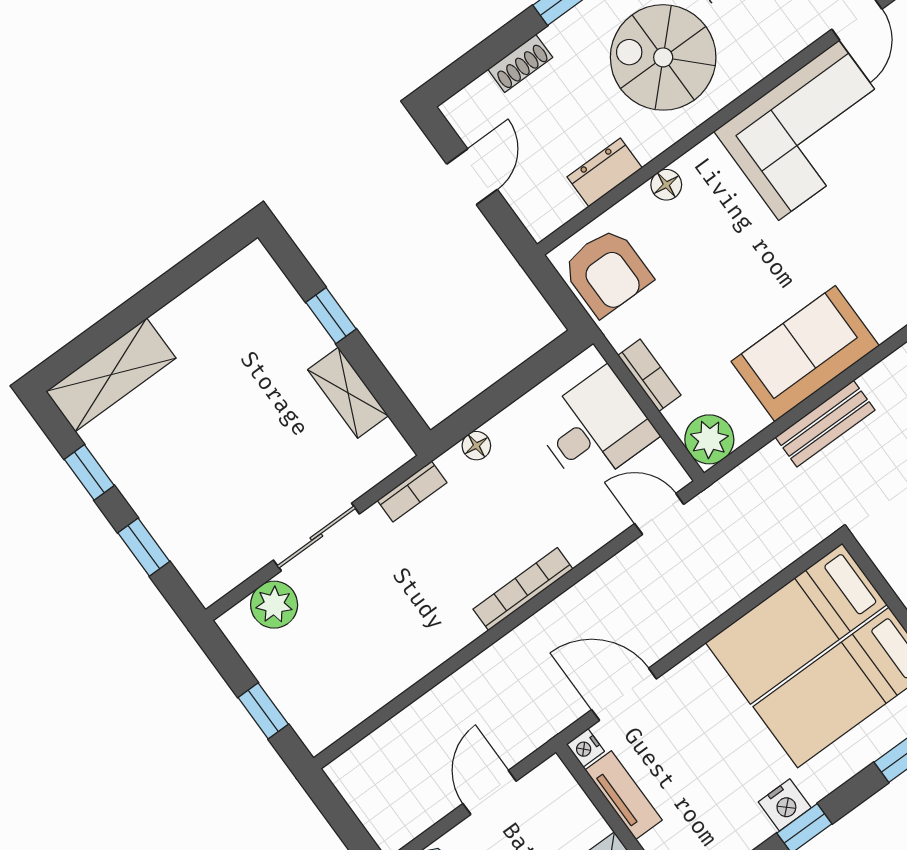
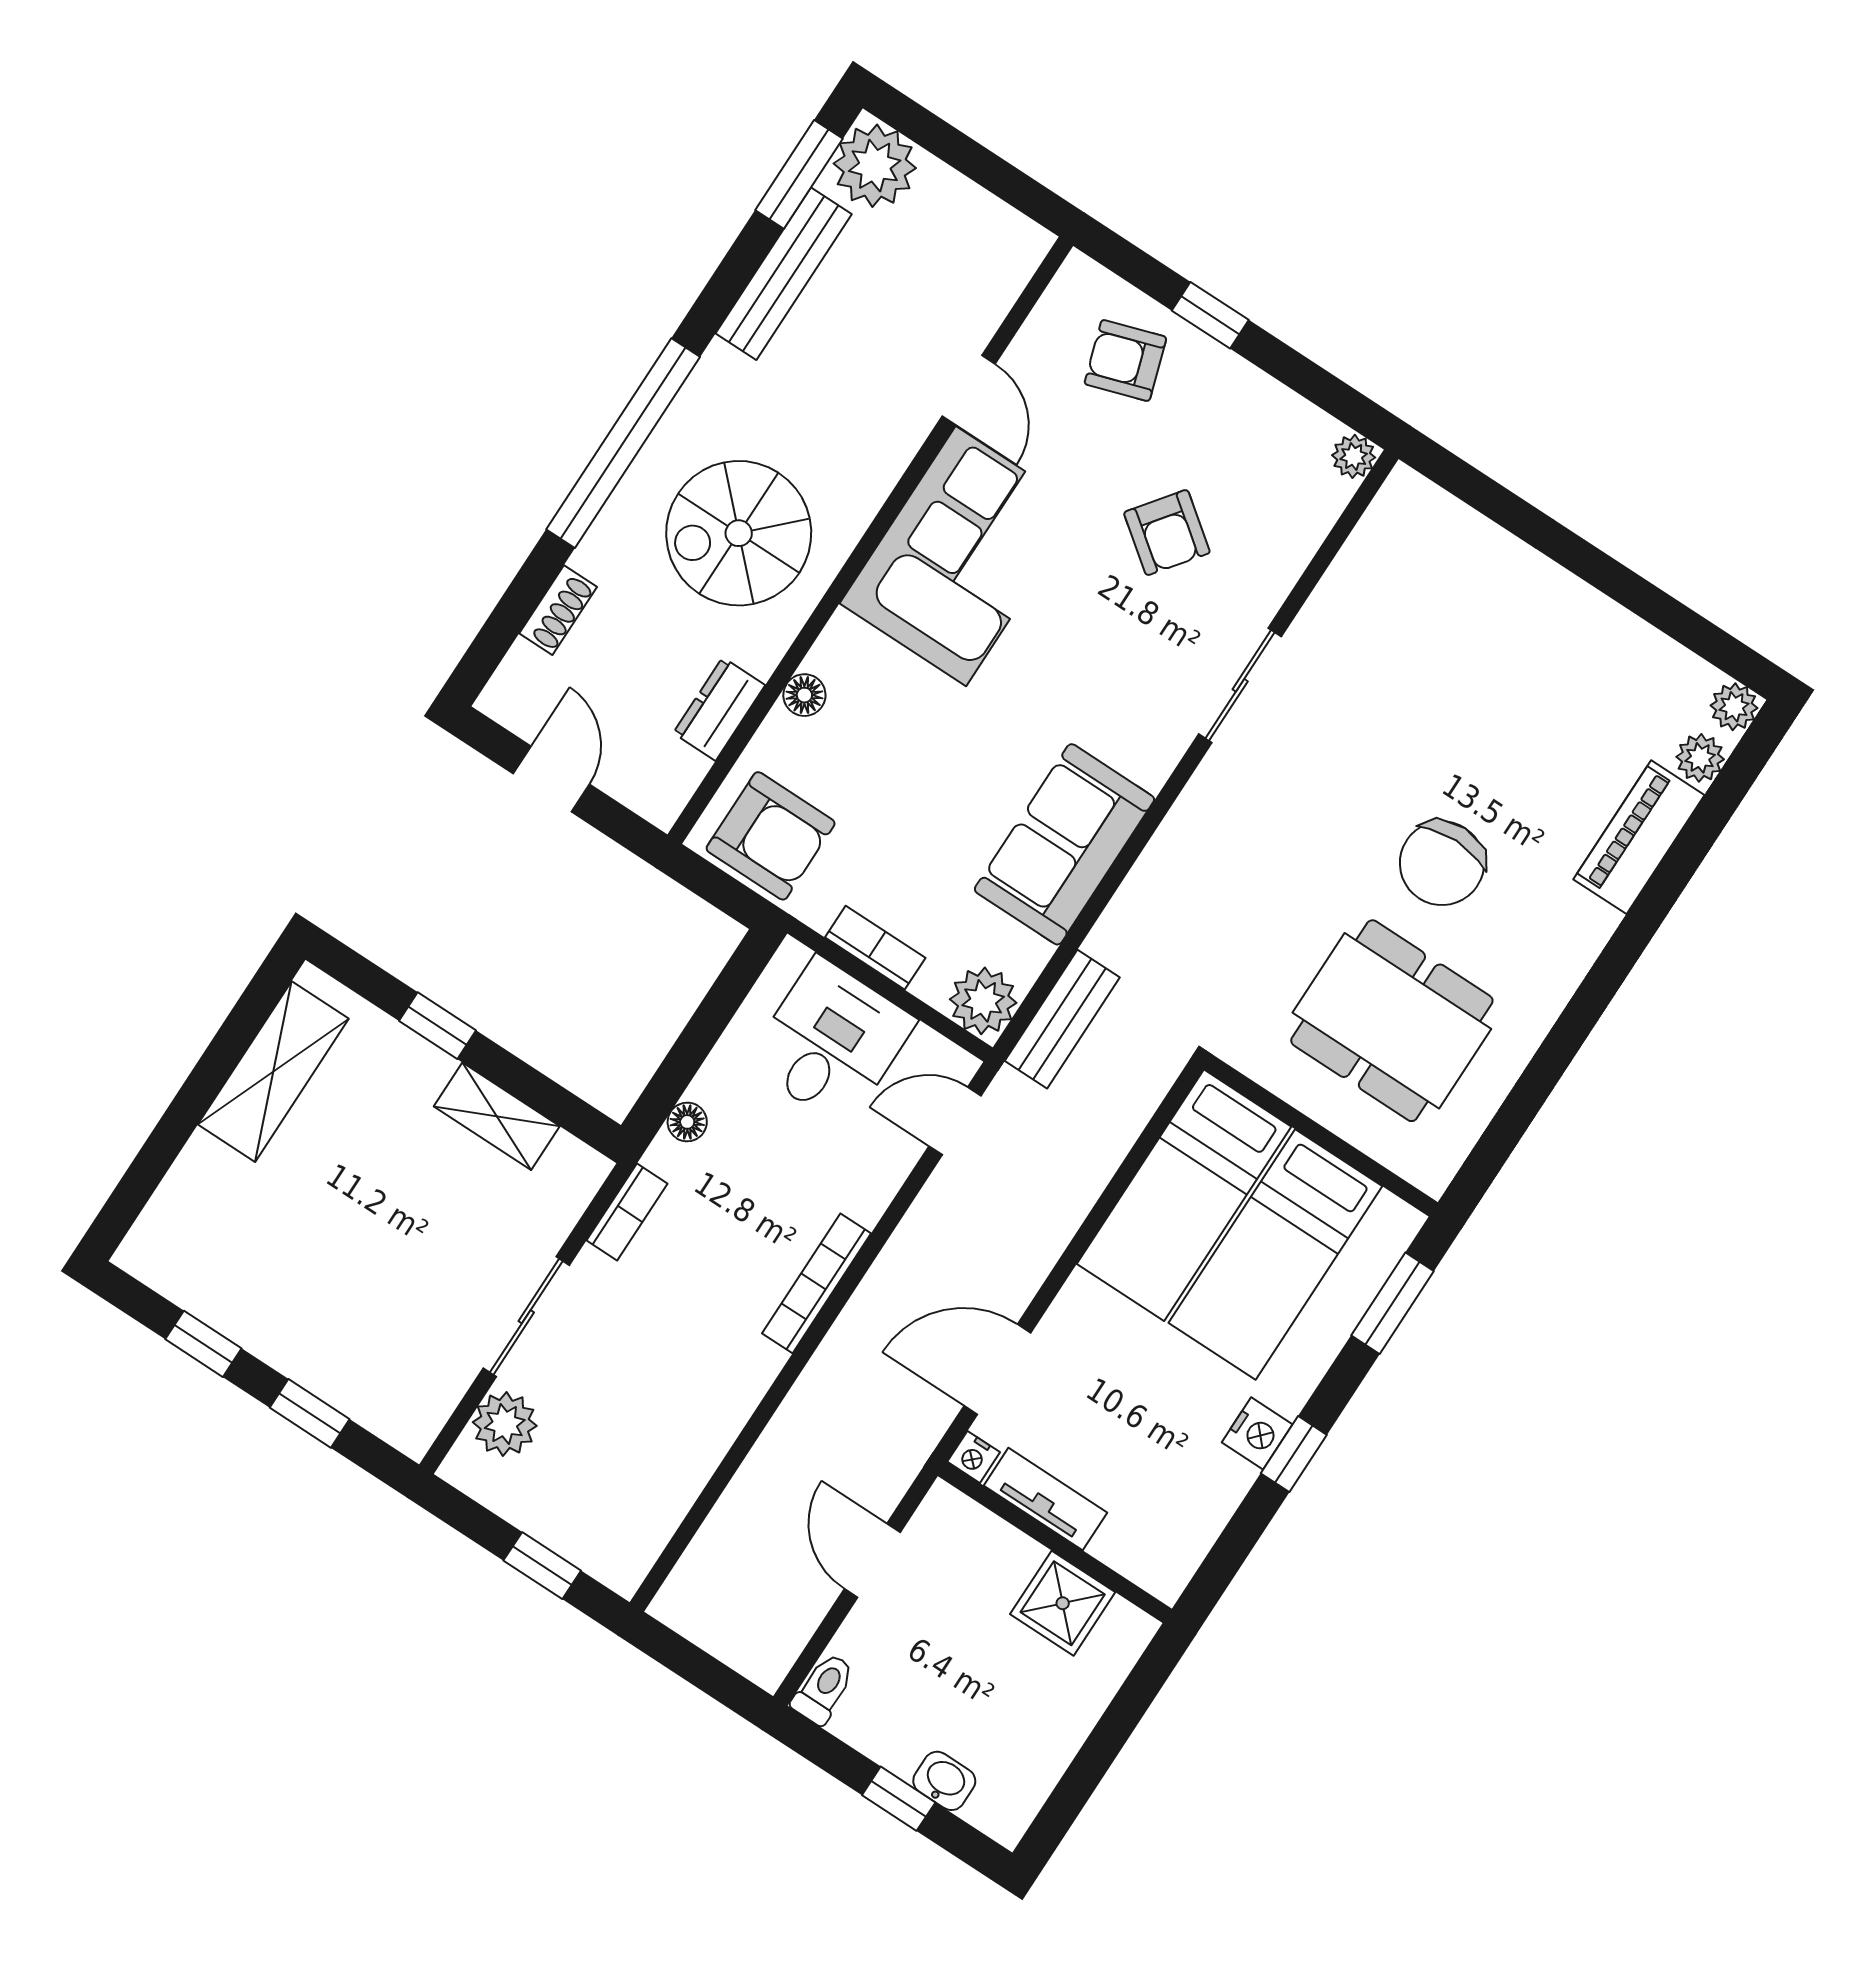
shelving: (111, 375) -> (273, 1072), moved
bench: (825, 424) -> (1062, 1019), moved

